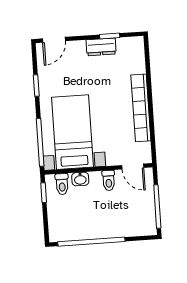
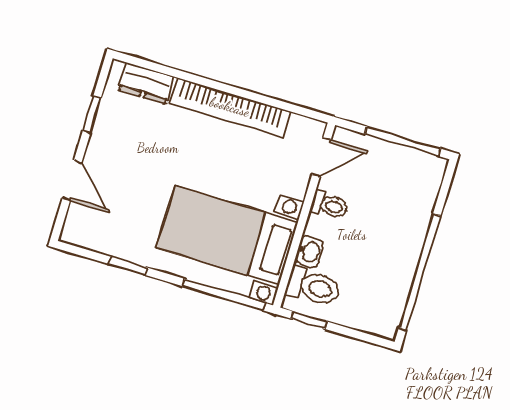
door: (54, 40) -> (72, 180), moved
dresser: (101, 47) -> (146, 83), moved, turned 90
toilet: (62, 184) -> (313, 287), width x1.37, depth x1.39

